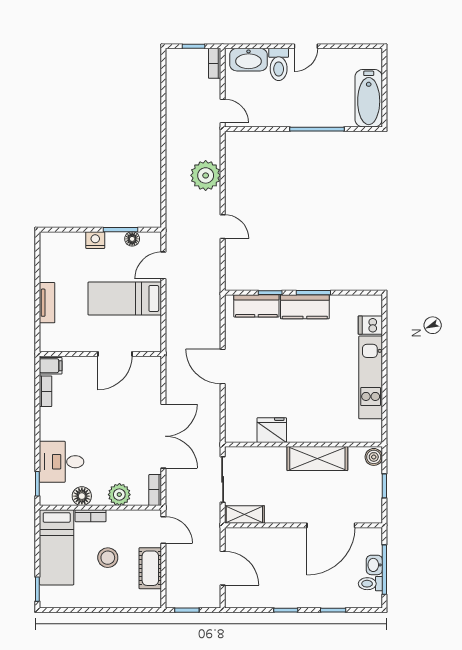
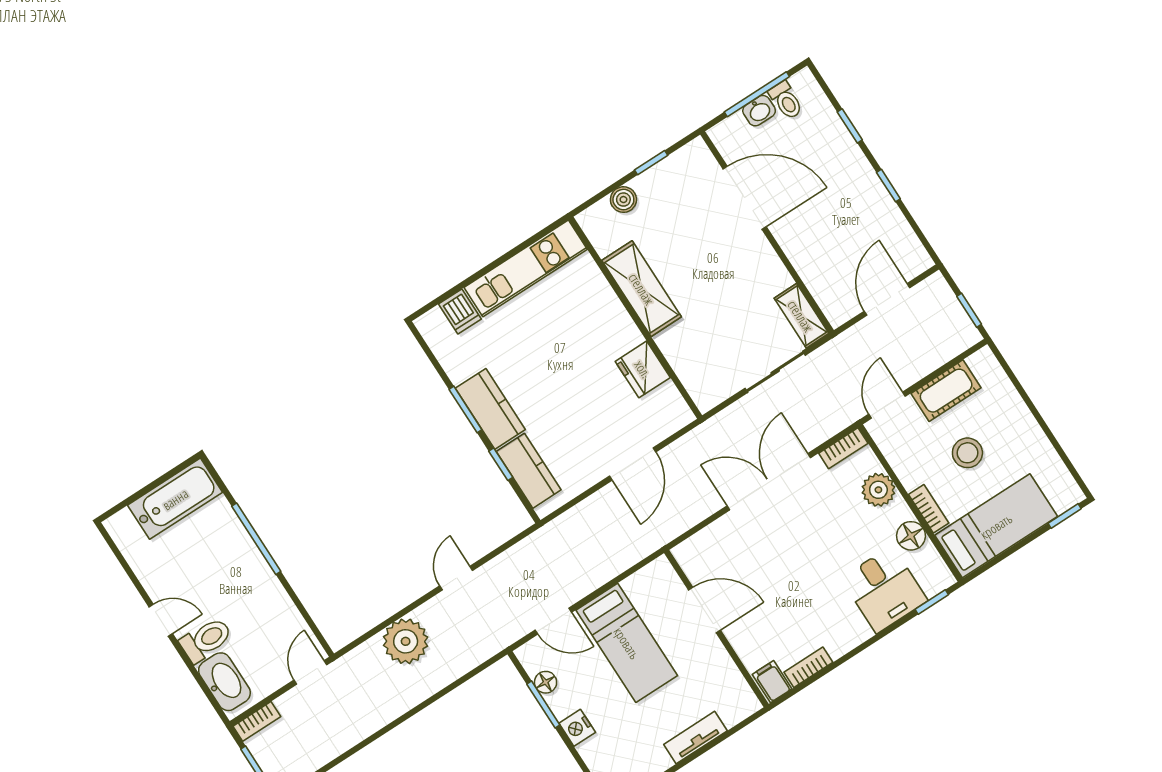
fridge: (272, 430) -> (643, 369), moved
wall: (303, 445) -> (635, 318), moved
shelving: (317, 459) -> (642, 289), moved

